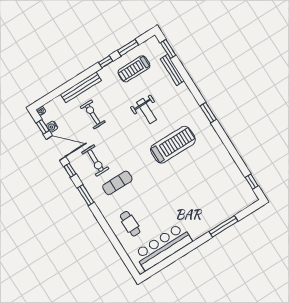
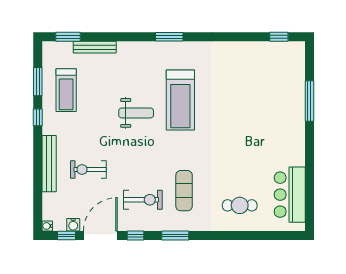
weight bench: (147, 111) -> (136, 113), moved
treadmill: (173, 145) -> (180, 100), turned 180
bar counter: (163, 247) -> (290, 195), width x0.73

